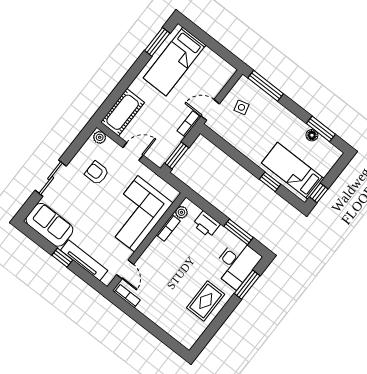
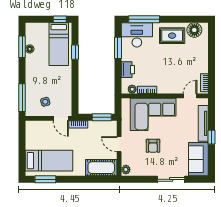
armchair: (97, 173) -> (153, 146), moved
window: (247, 285) -> (144, 19), width x1.44
floor lamp: (193, 330) -> (194, 30), added

